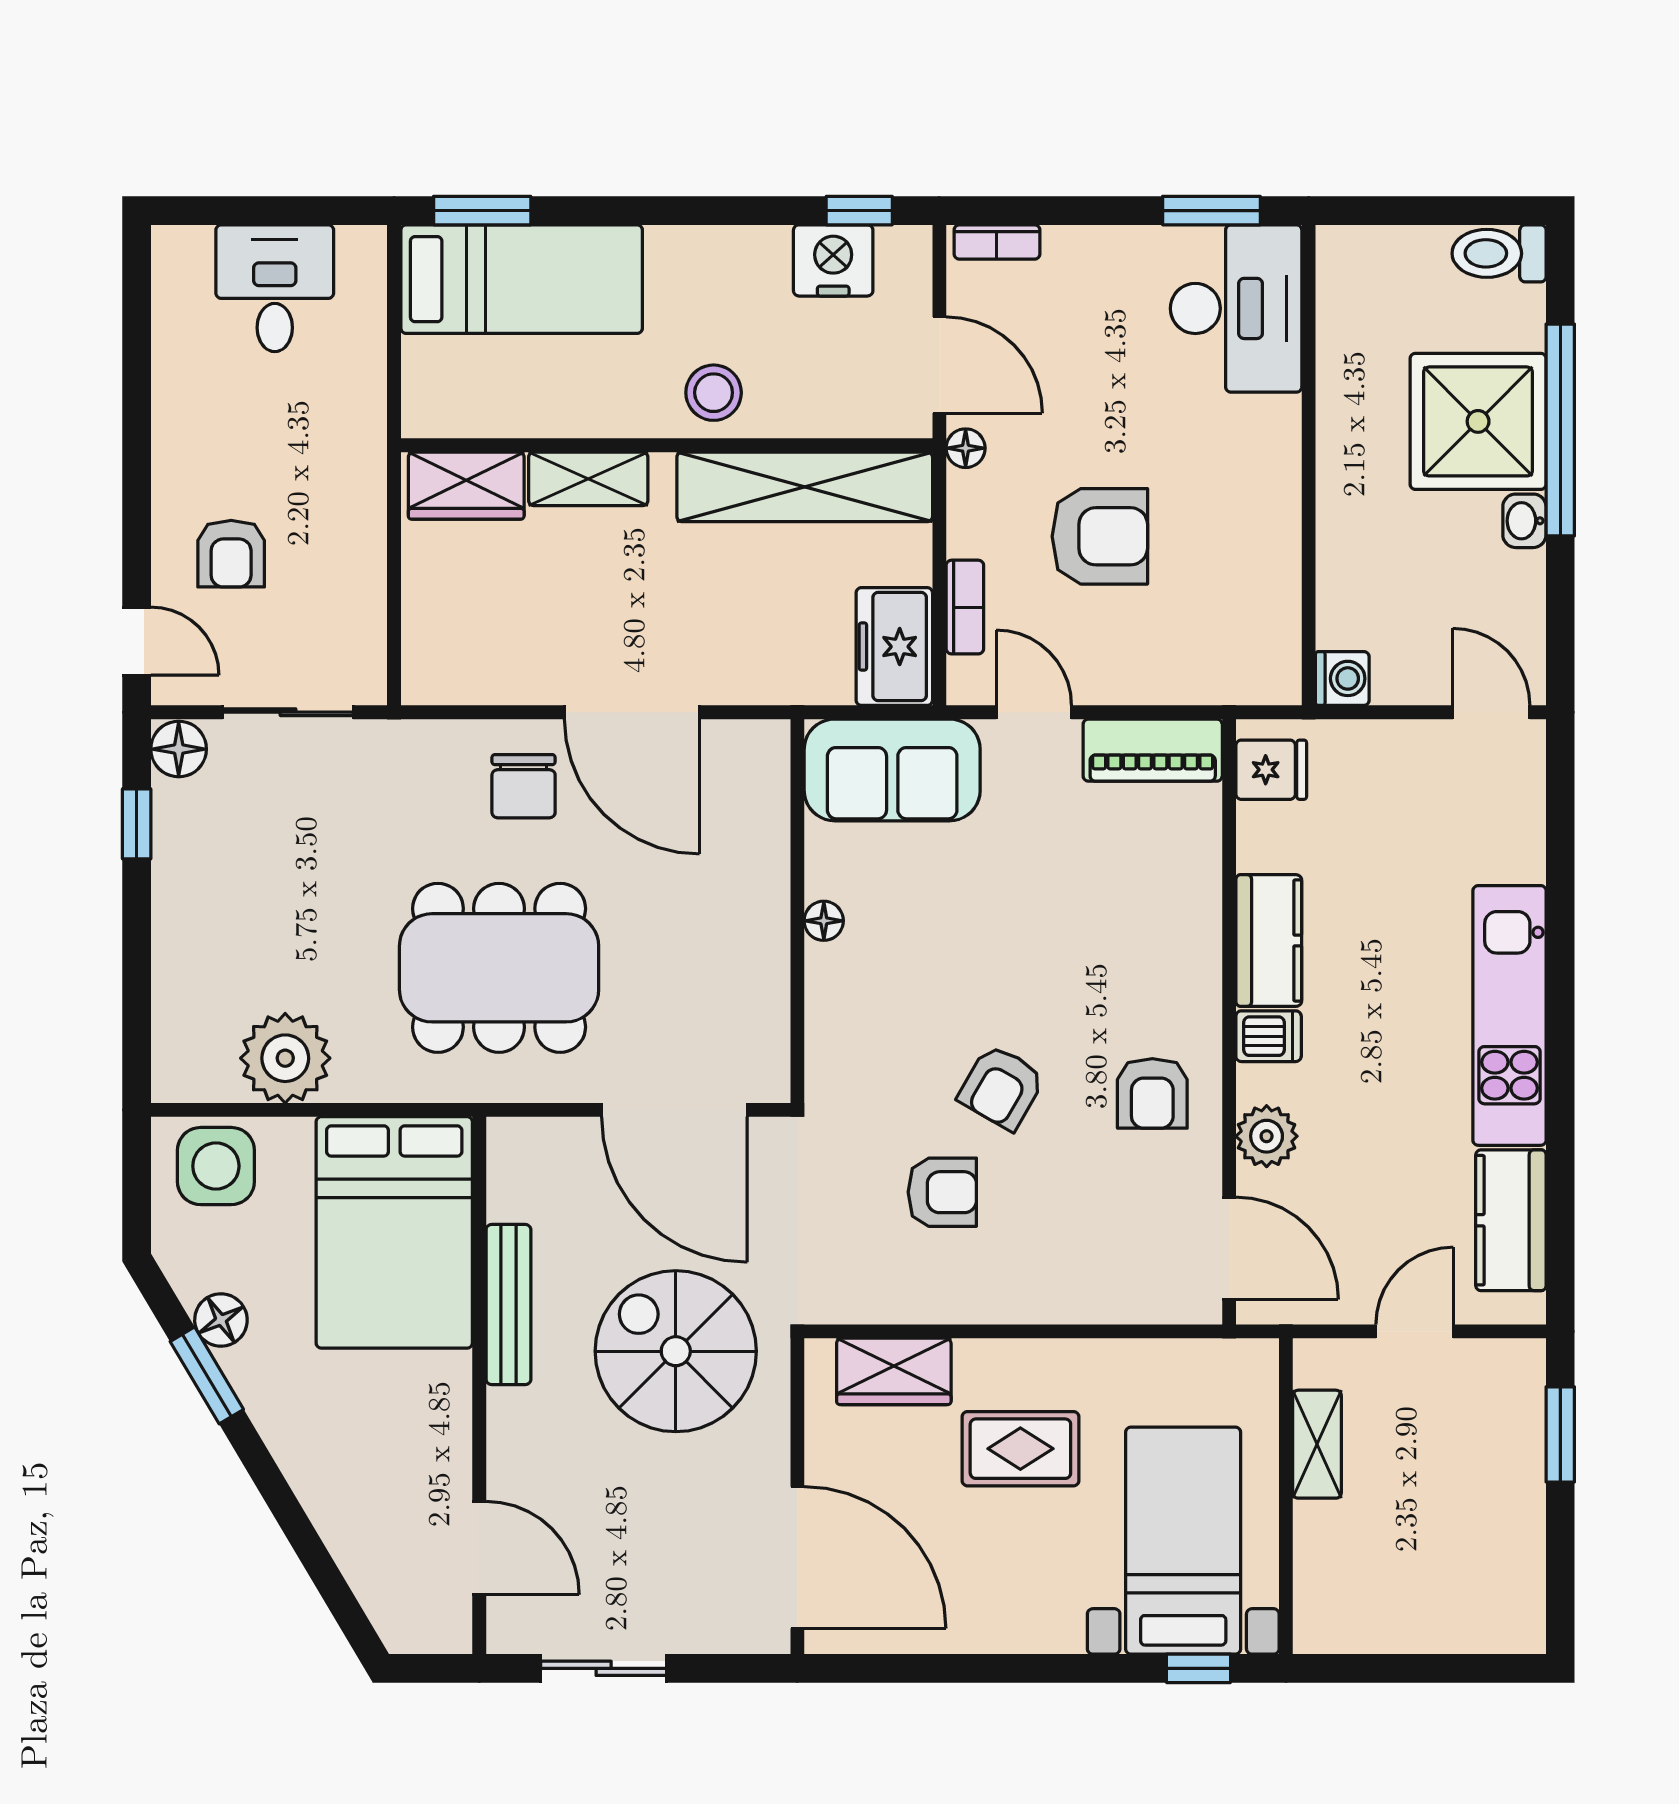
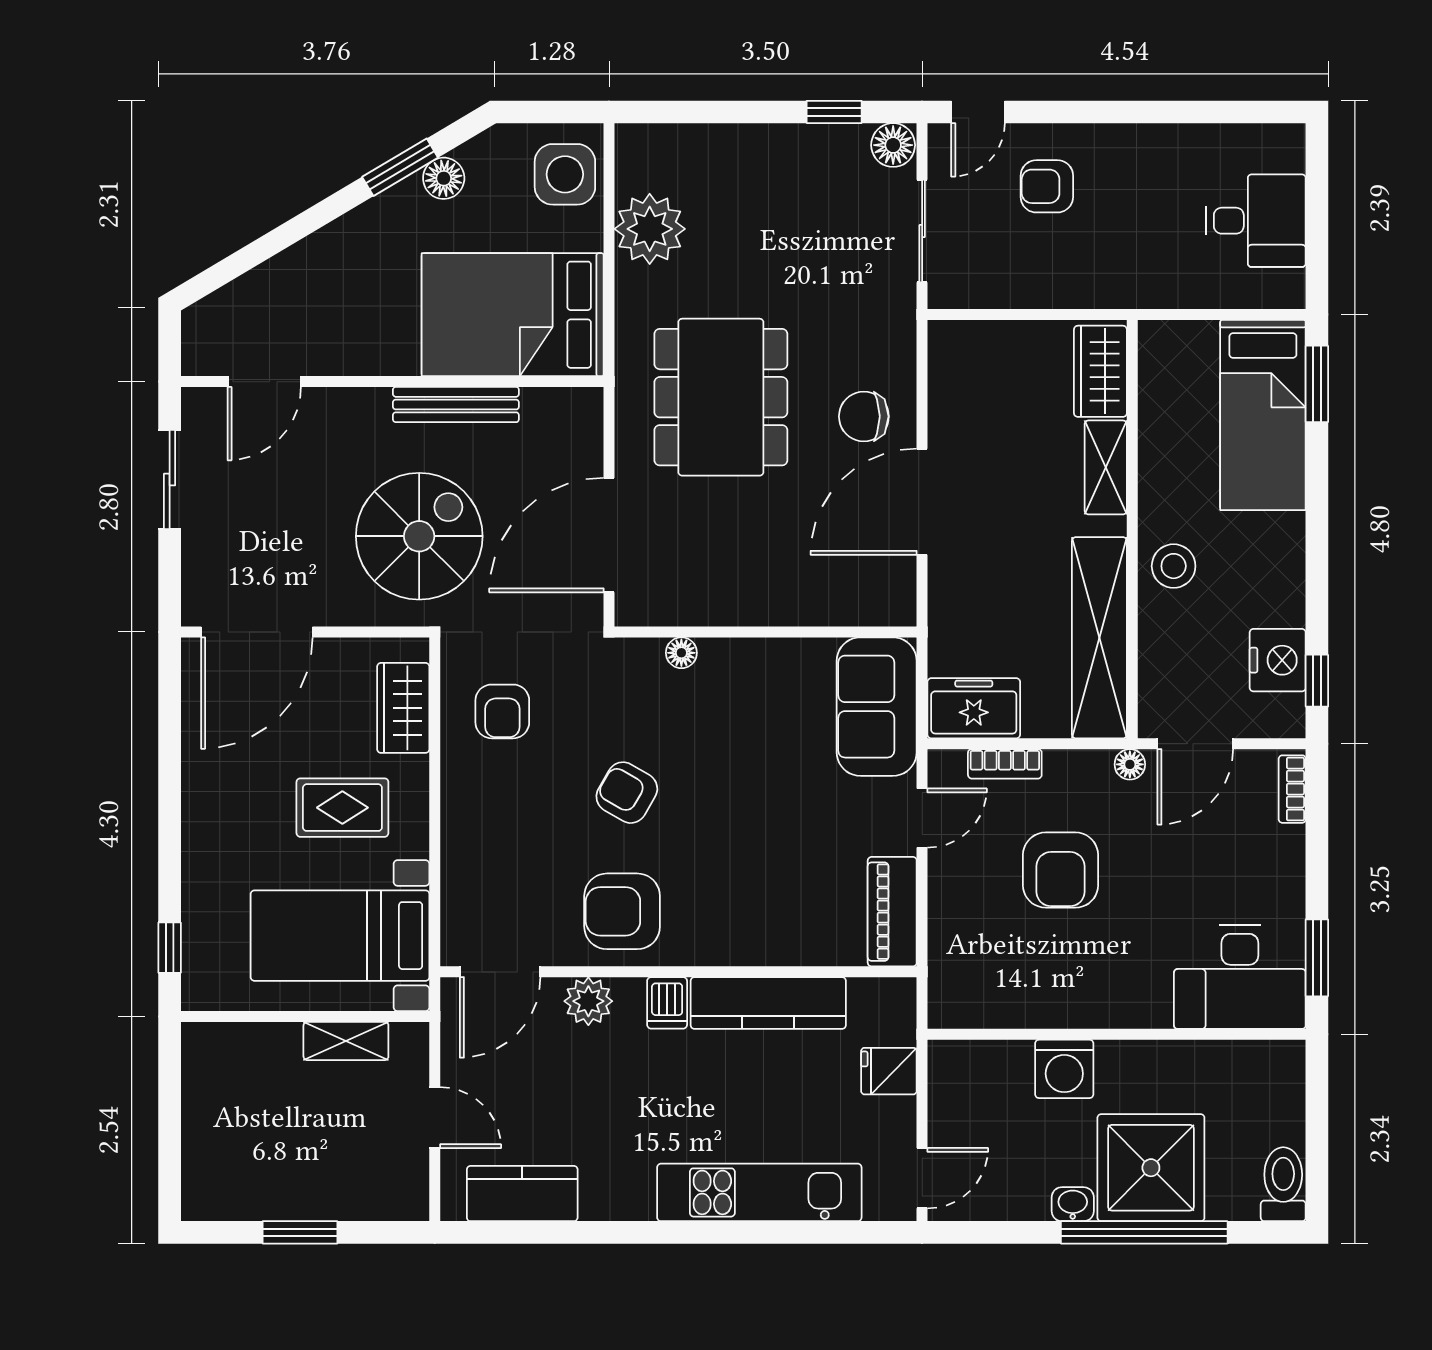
washing machine: (1342, 678) -> (1064, 1069), moved, width x1.38, depth x1.38
fridge: (1271, 770) -> (889, 1071), moved, turned 90
floor lamp: (824, 921) -> (681, 653), moved
kitchen counter: (1269, 941) -> (768, 1003), width x1.50
kitchen unit: (1509, 1015) -> (759, 1192), moved
armchair: (1152, 1093) -> (622, 911), width x1.38, depth x1.38
armchair: (942, 1192) -> (502, 711), moved
window: (1560, 1434) -> (300, 1232), moved
rug: (1020, 1449) -> (342, 808), turned 90
bed with nightstands: (1183, 1541) -> (340, 936), moved, turned 180

